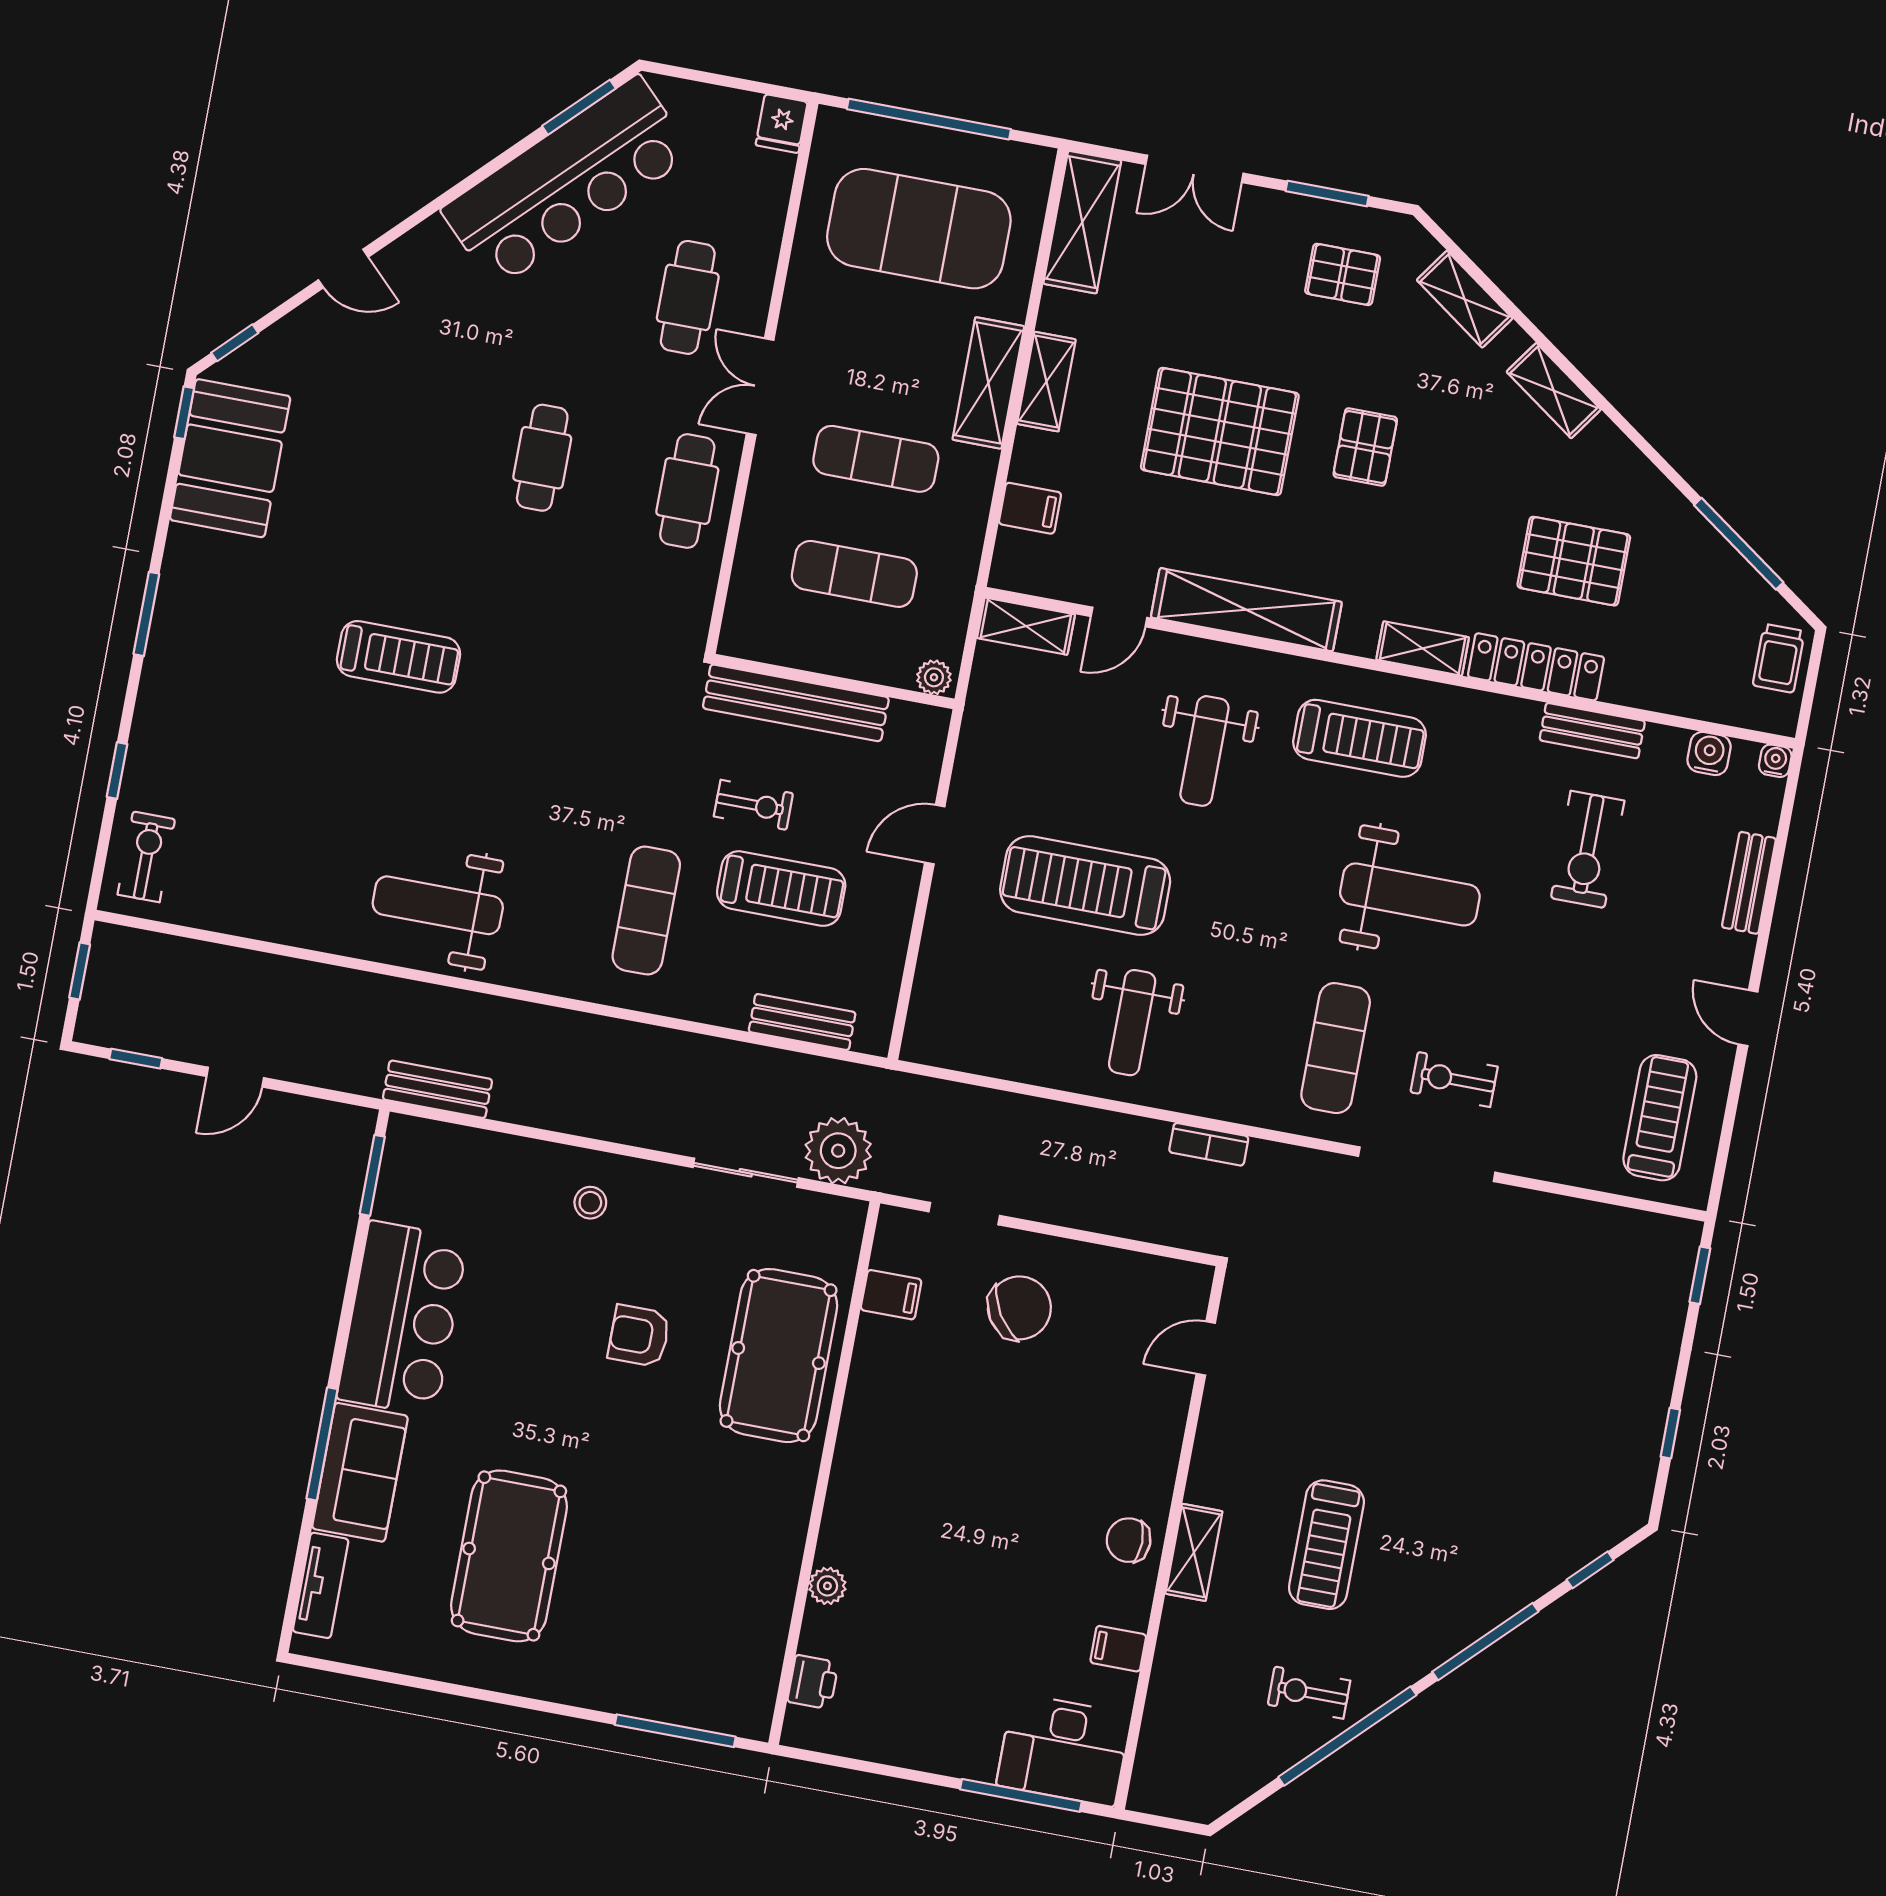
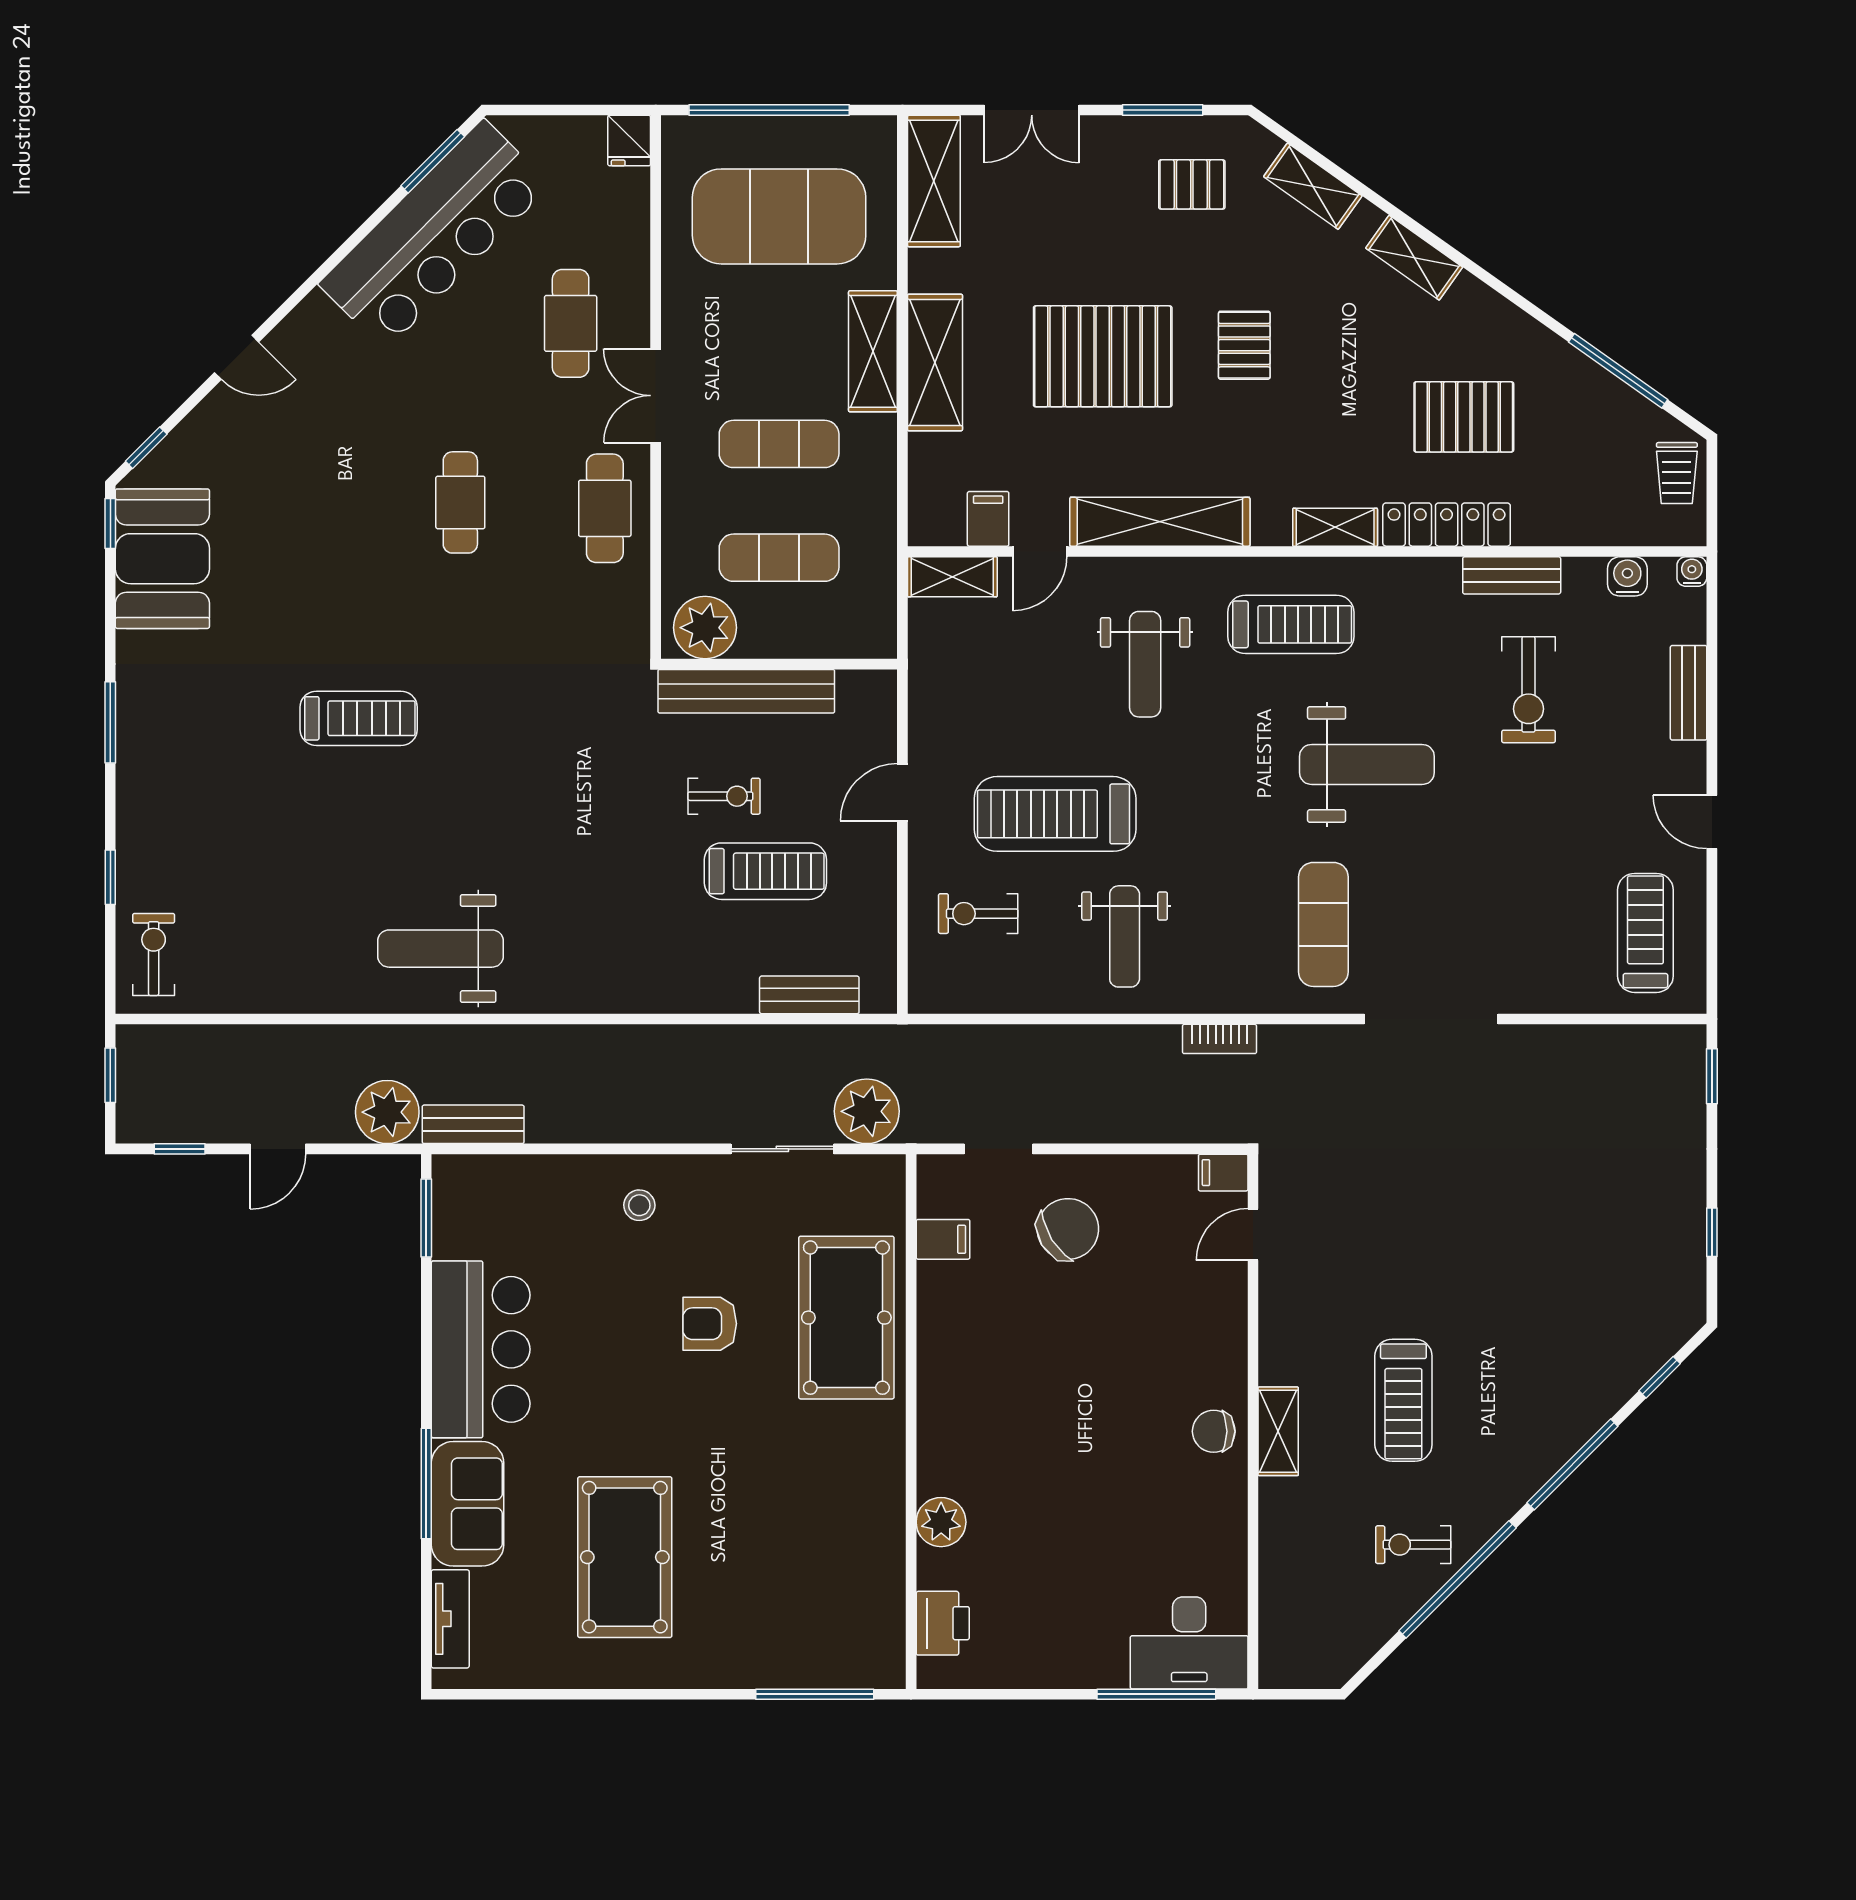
shelving: (1046, 382) -> (935, 362), width x1.50, depth x1.33
filing cabinet: (1030, 508) -> (988, 519), moved, turned -90
plant: (934, 677) -> (705, 628), moved, width x1.87, depth x1.87
exercise mat: (646, 911) -> (641, 916), removed
plant: (353, 1061) -> (387, 1112), added
exercise bike: (1454, 1079) -> (978, 914), moved
plant: (827, 1586) -> (941, 1522), width x1.38, depth x1.38
filing cabinet: (1118, 1649) -> (1223, 1173), moved
printer: (813, 1682) -> (943, 1623), width x1.36, depth x1.24

